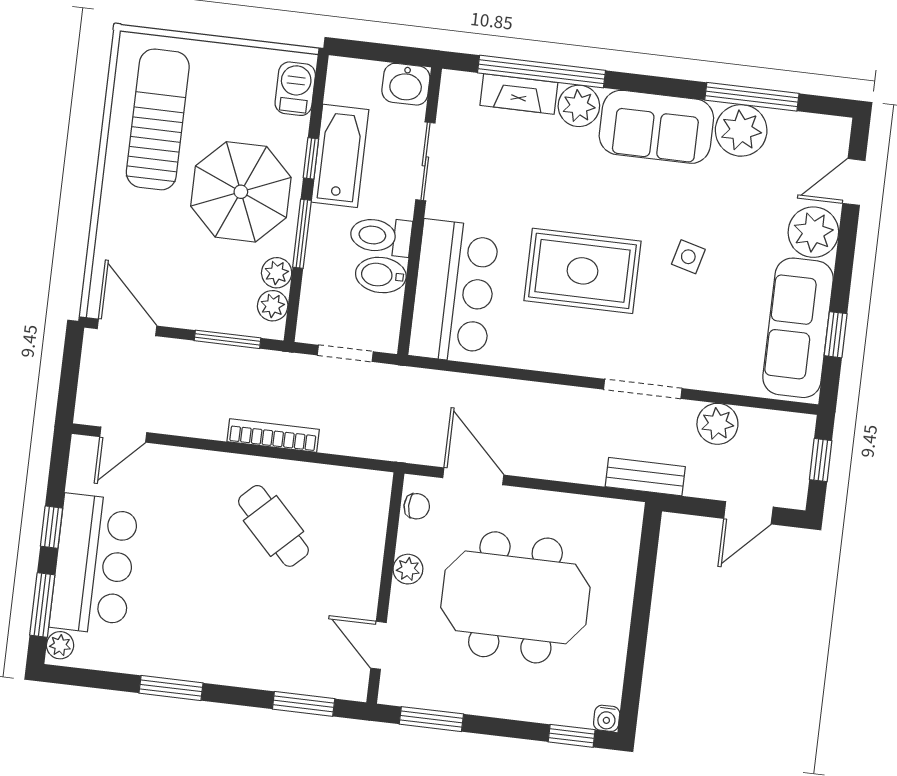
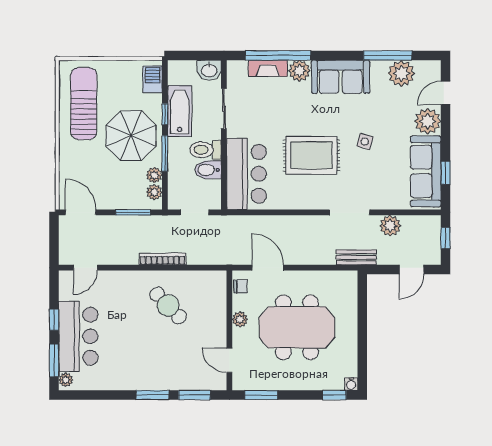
plant: (741, 130) -> (401, 73), moved
window: (171, 688) -> (153, 395), moved

